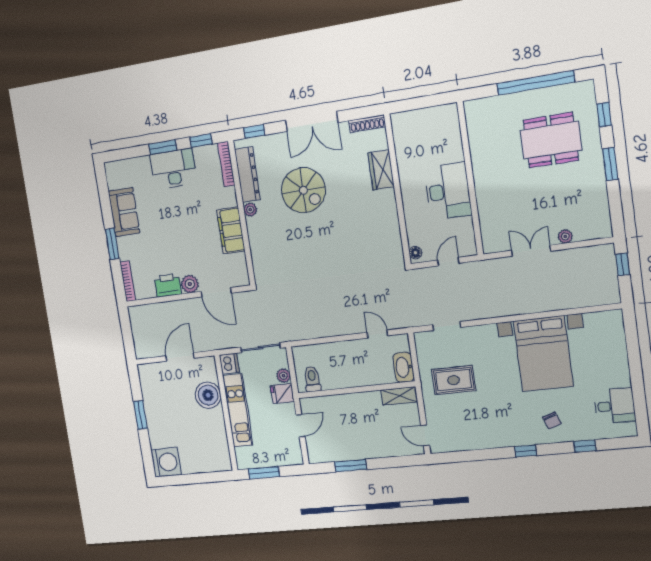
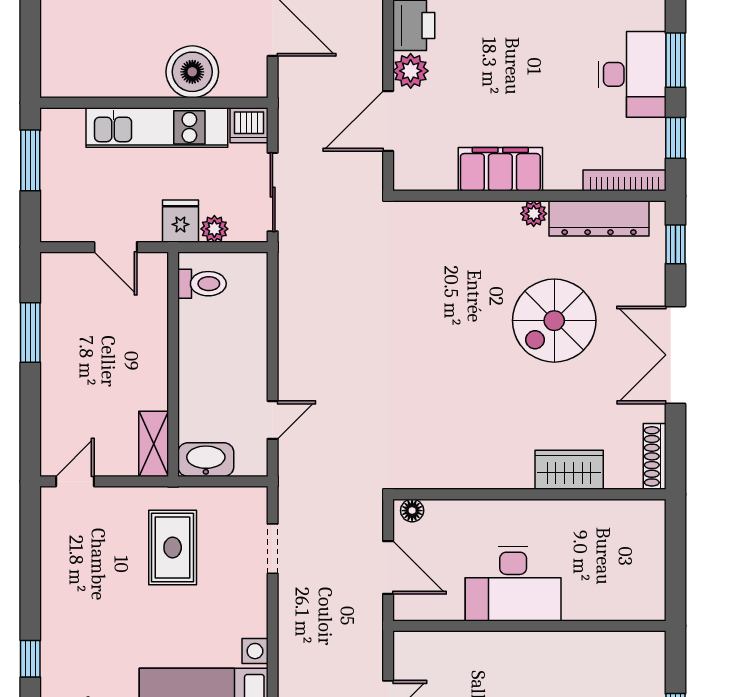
door: (448, 262) -> (388, 568), width x1.38

